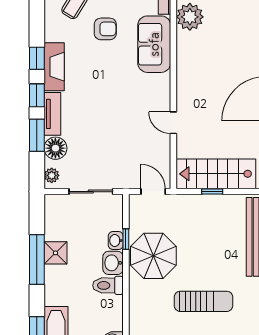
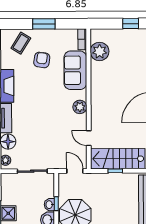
armchair: (105, 29) -> (42, 60), turned -82
plant: (161, 98) -> (80, 107), added
door: (173, 123) -> (89, 138), moved

